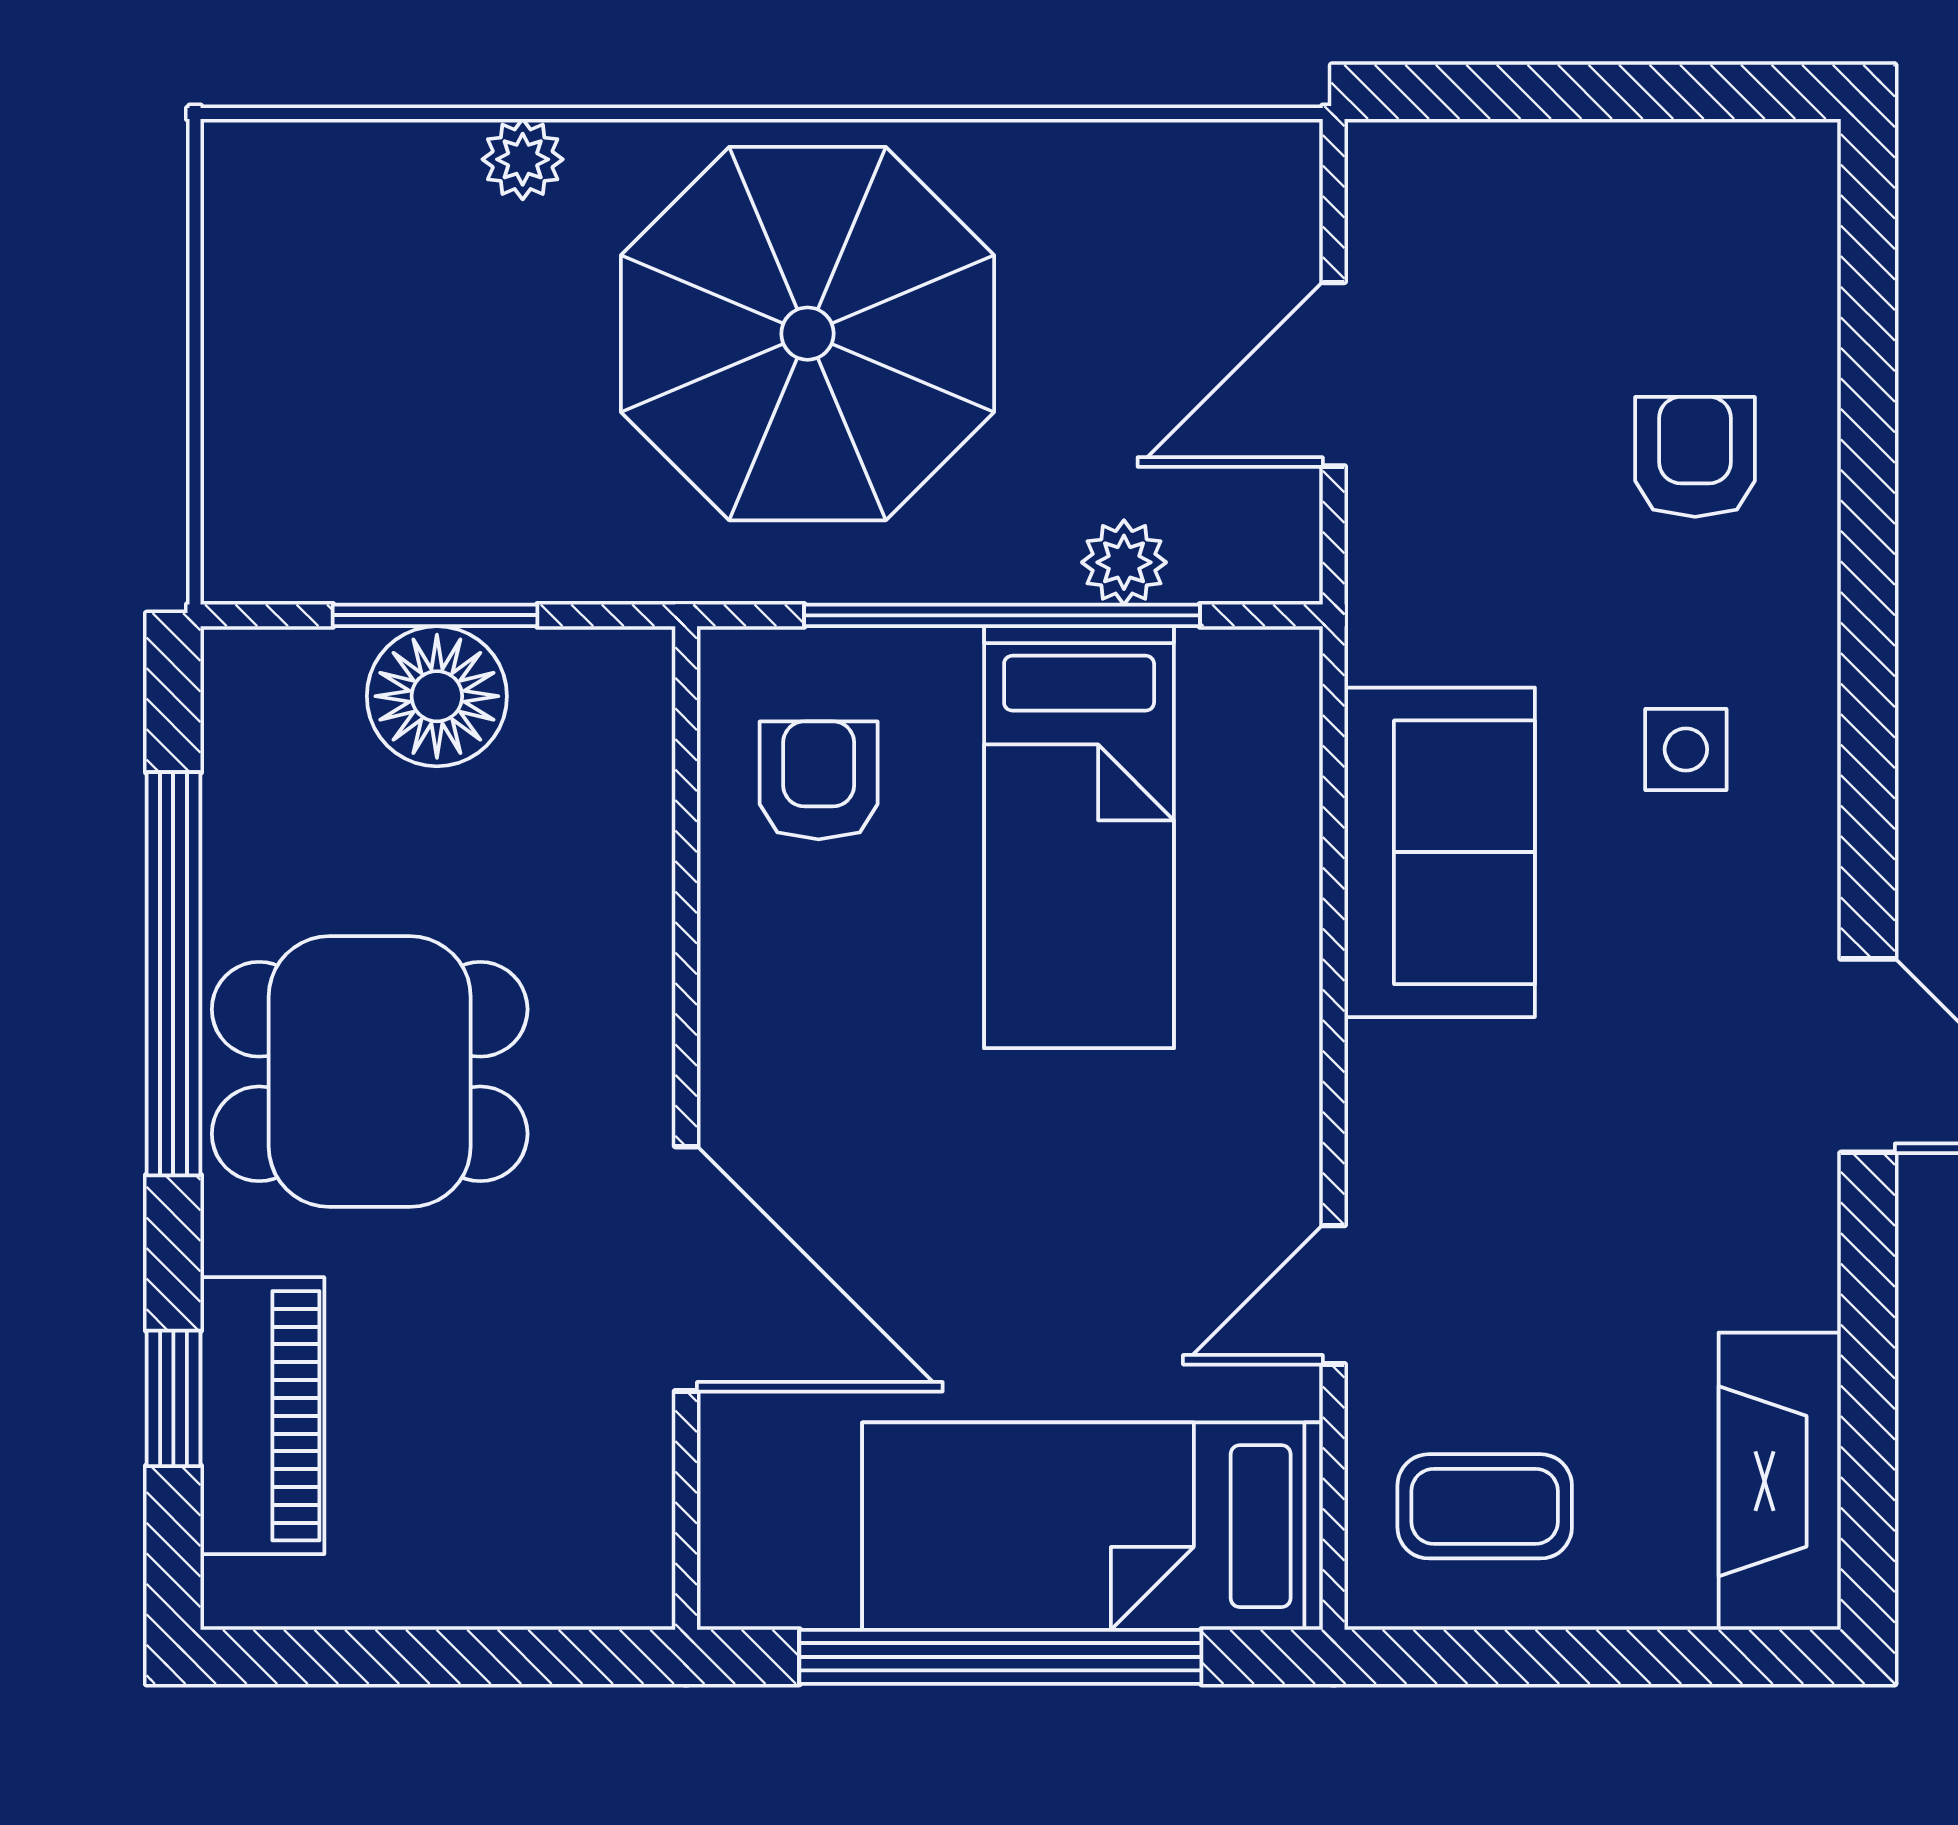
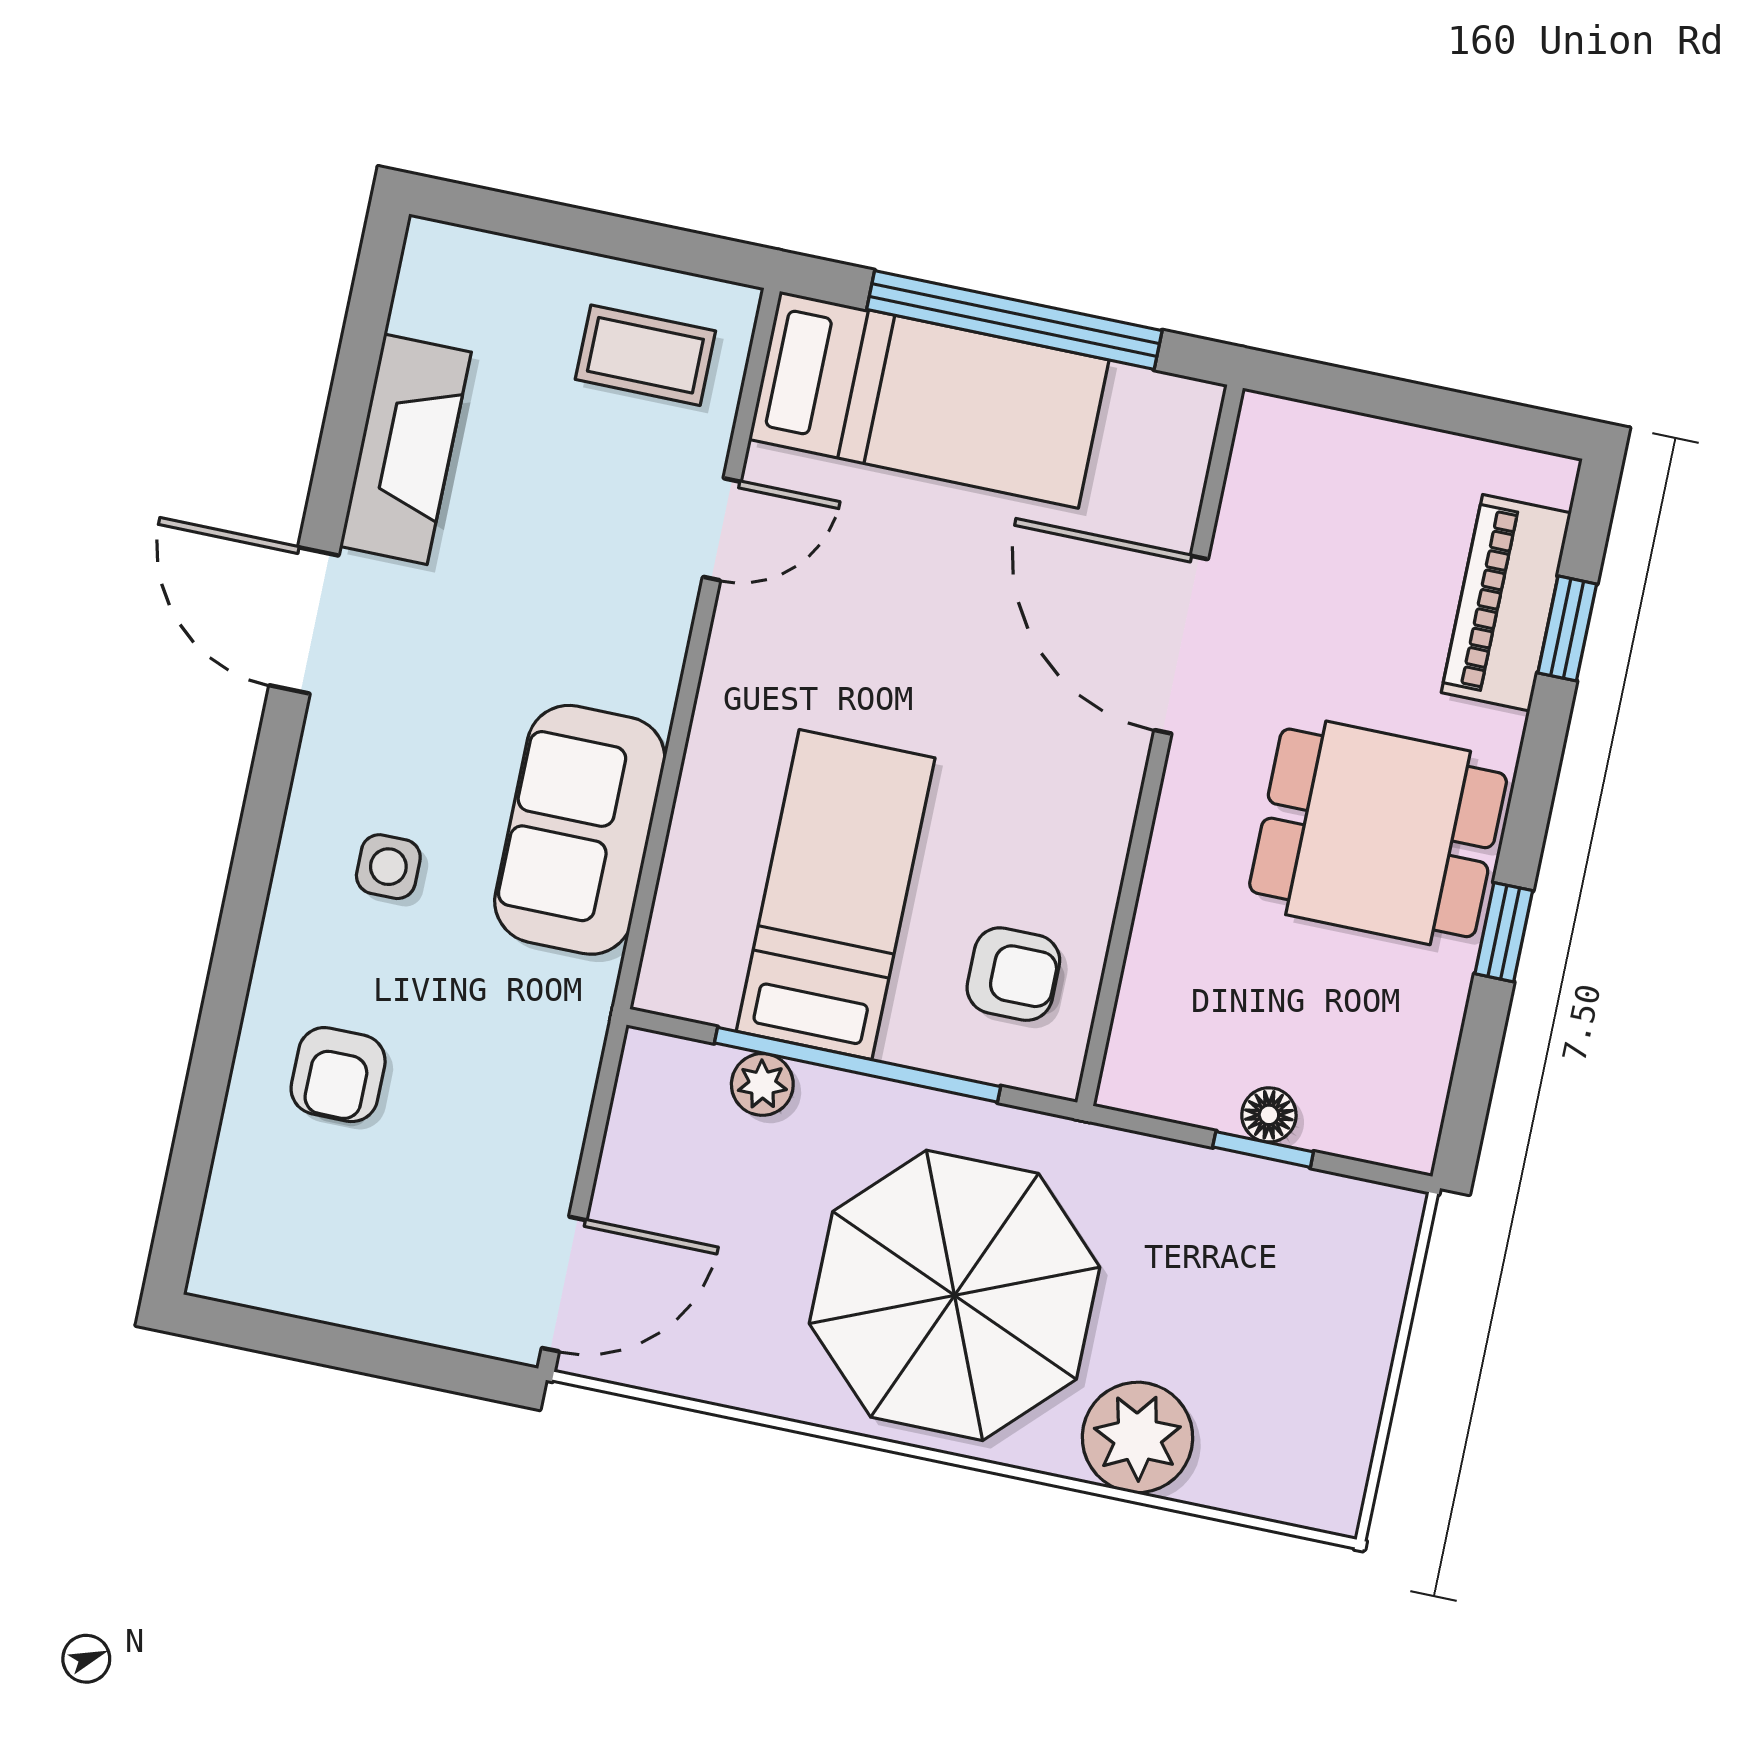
plant: (523, 159) -> (1138, 1437), width x1.88, depth x1.88
door: (1334, 374) -> (564, 1284), moved
window: (435, 615) -> (1263, 1149), width x0.67
floor lamp: (437, 696) -> (1269, 1115), width x0.53, depth x0.53
armchair: (819, 780) -> (1013, 974), turned -90
window: (173, 974) -> (1504, 932), width x0.32
fireplace: (1780, 1481) -> (406, 449), moved

